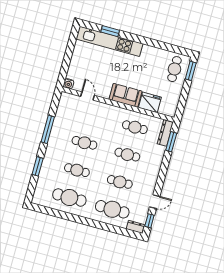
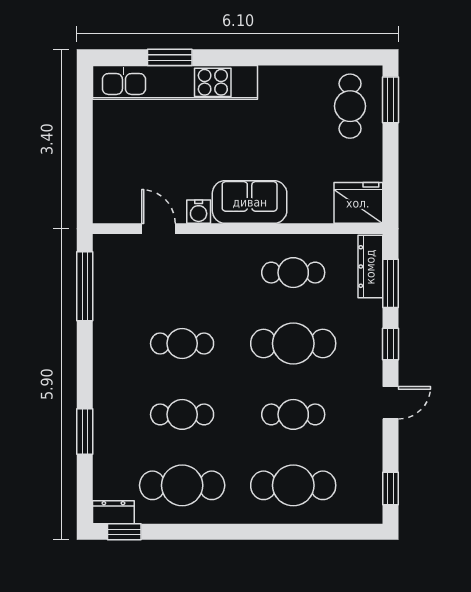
water cooler: (69, 84) -> (199, 212), moved
fridge: (150, 102) -> (358, 203), moved
window: (48, 129) -> (85, 286), moved
cafe table: (127, 155) -> (293, 343), width x1.37, depth x1.35
window: (165, 165) -> (391, 344), added
door: (155, 202) -> (391, 403), moved
window: (42, 209) -> (124, 532), added
dresser: (135, 227) -> (113, 512), moved

